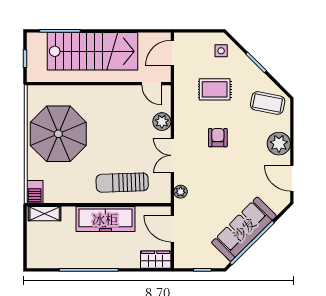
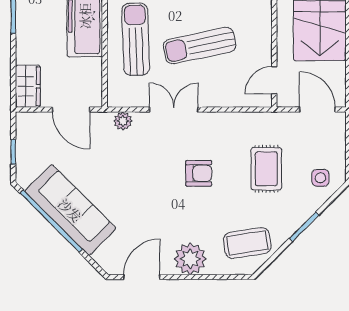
coffee table: (268, 103) -> (247, 243), turned 70
plant: (162, 122) -> (221, 95), removed
sun lounger: (127, 137) -> (199, 46), added
door: (172, 229) -> (71, 110), swing flipped

